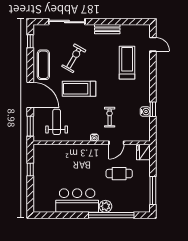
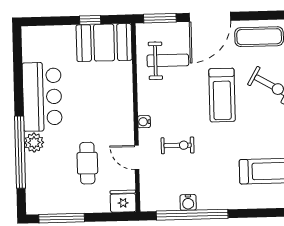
treadmill: (79, 89) -> (222, 95), turned 180
window: (153, 109) -> (192, 215), width x3.17
booth: (44, 161) -> (104, 43), added

